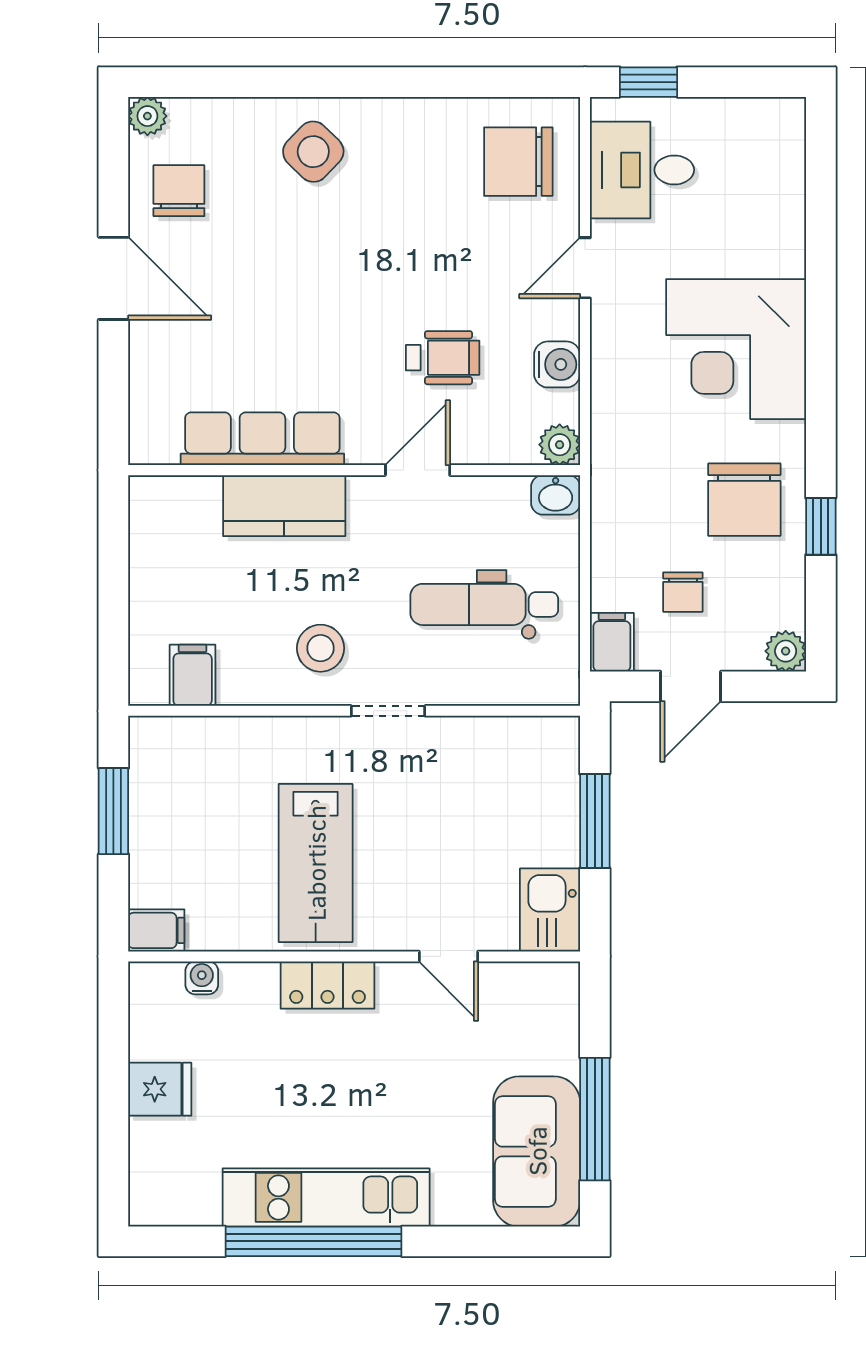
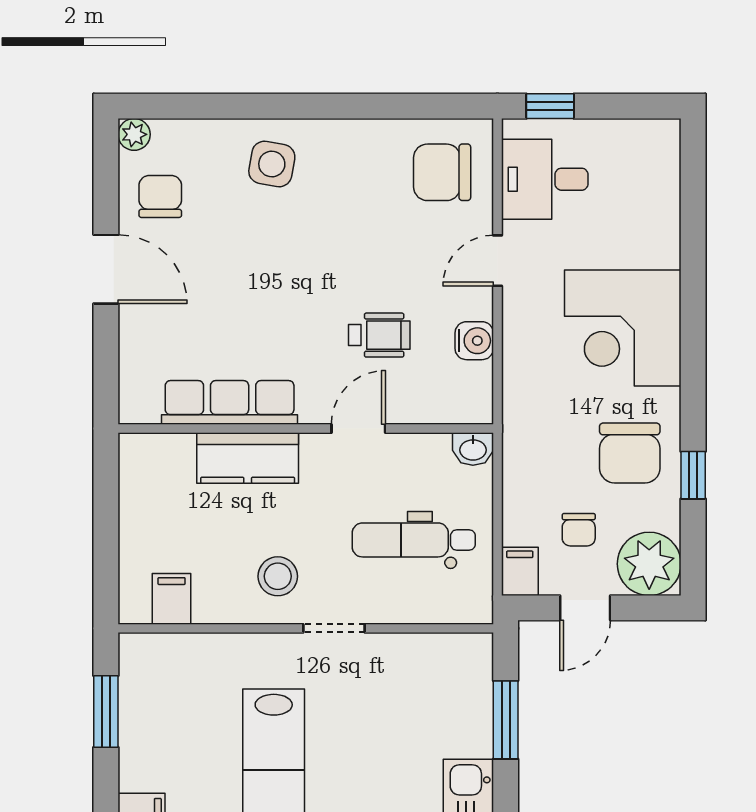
side table: (313, 152) -> (272, 164), turned -34
plant: (560, 445) -> (476, 407), removed
plant: (786, 651) -> (649, 564), width x1.88, depth x1.88

